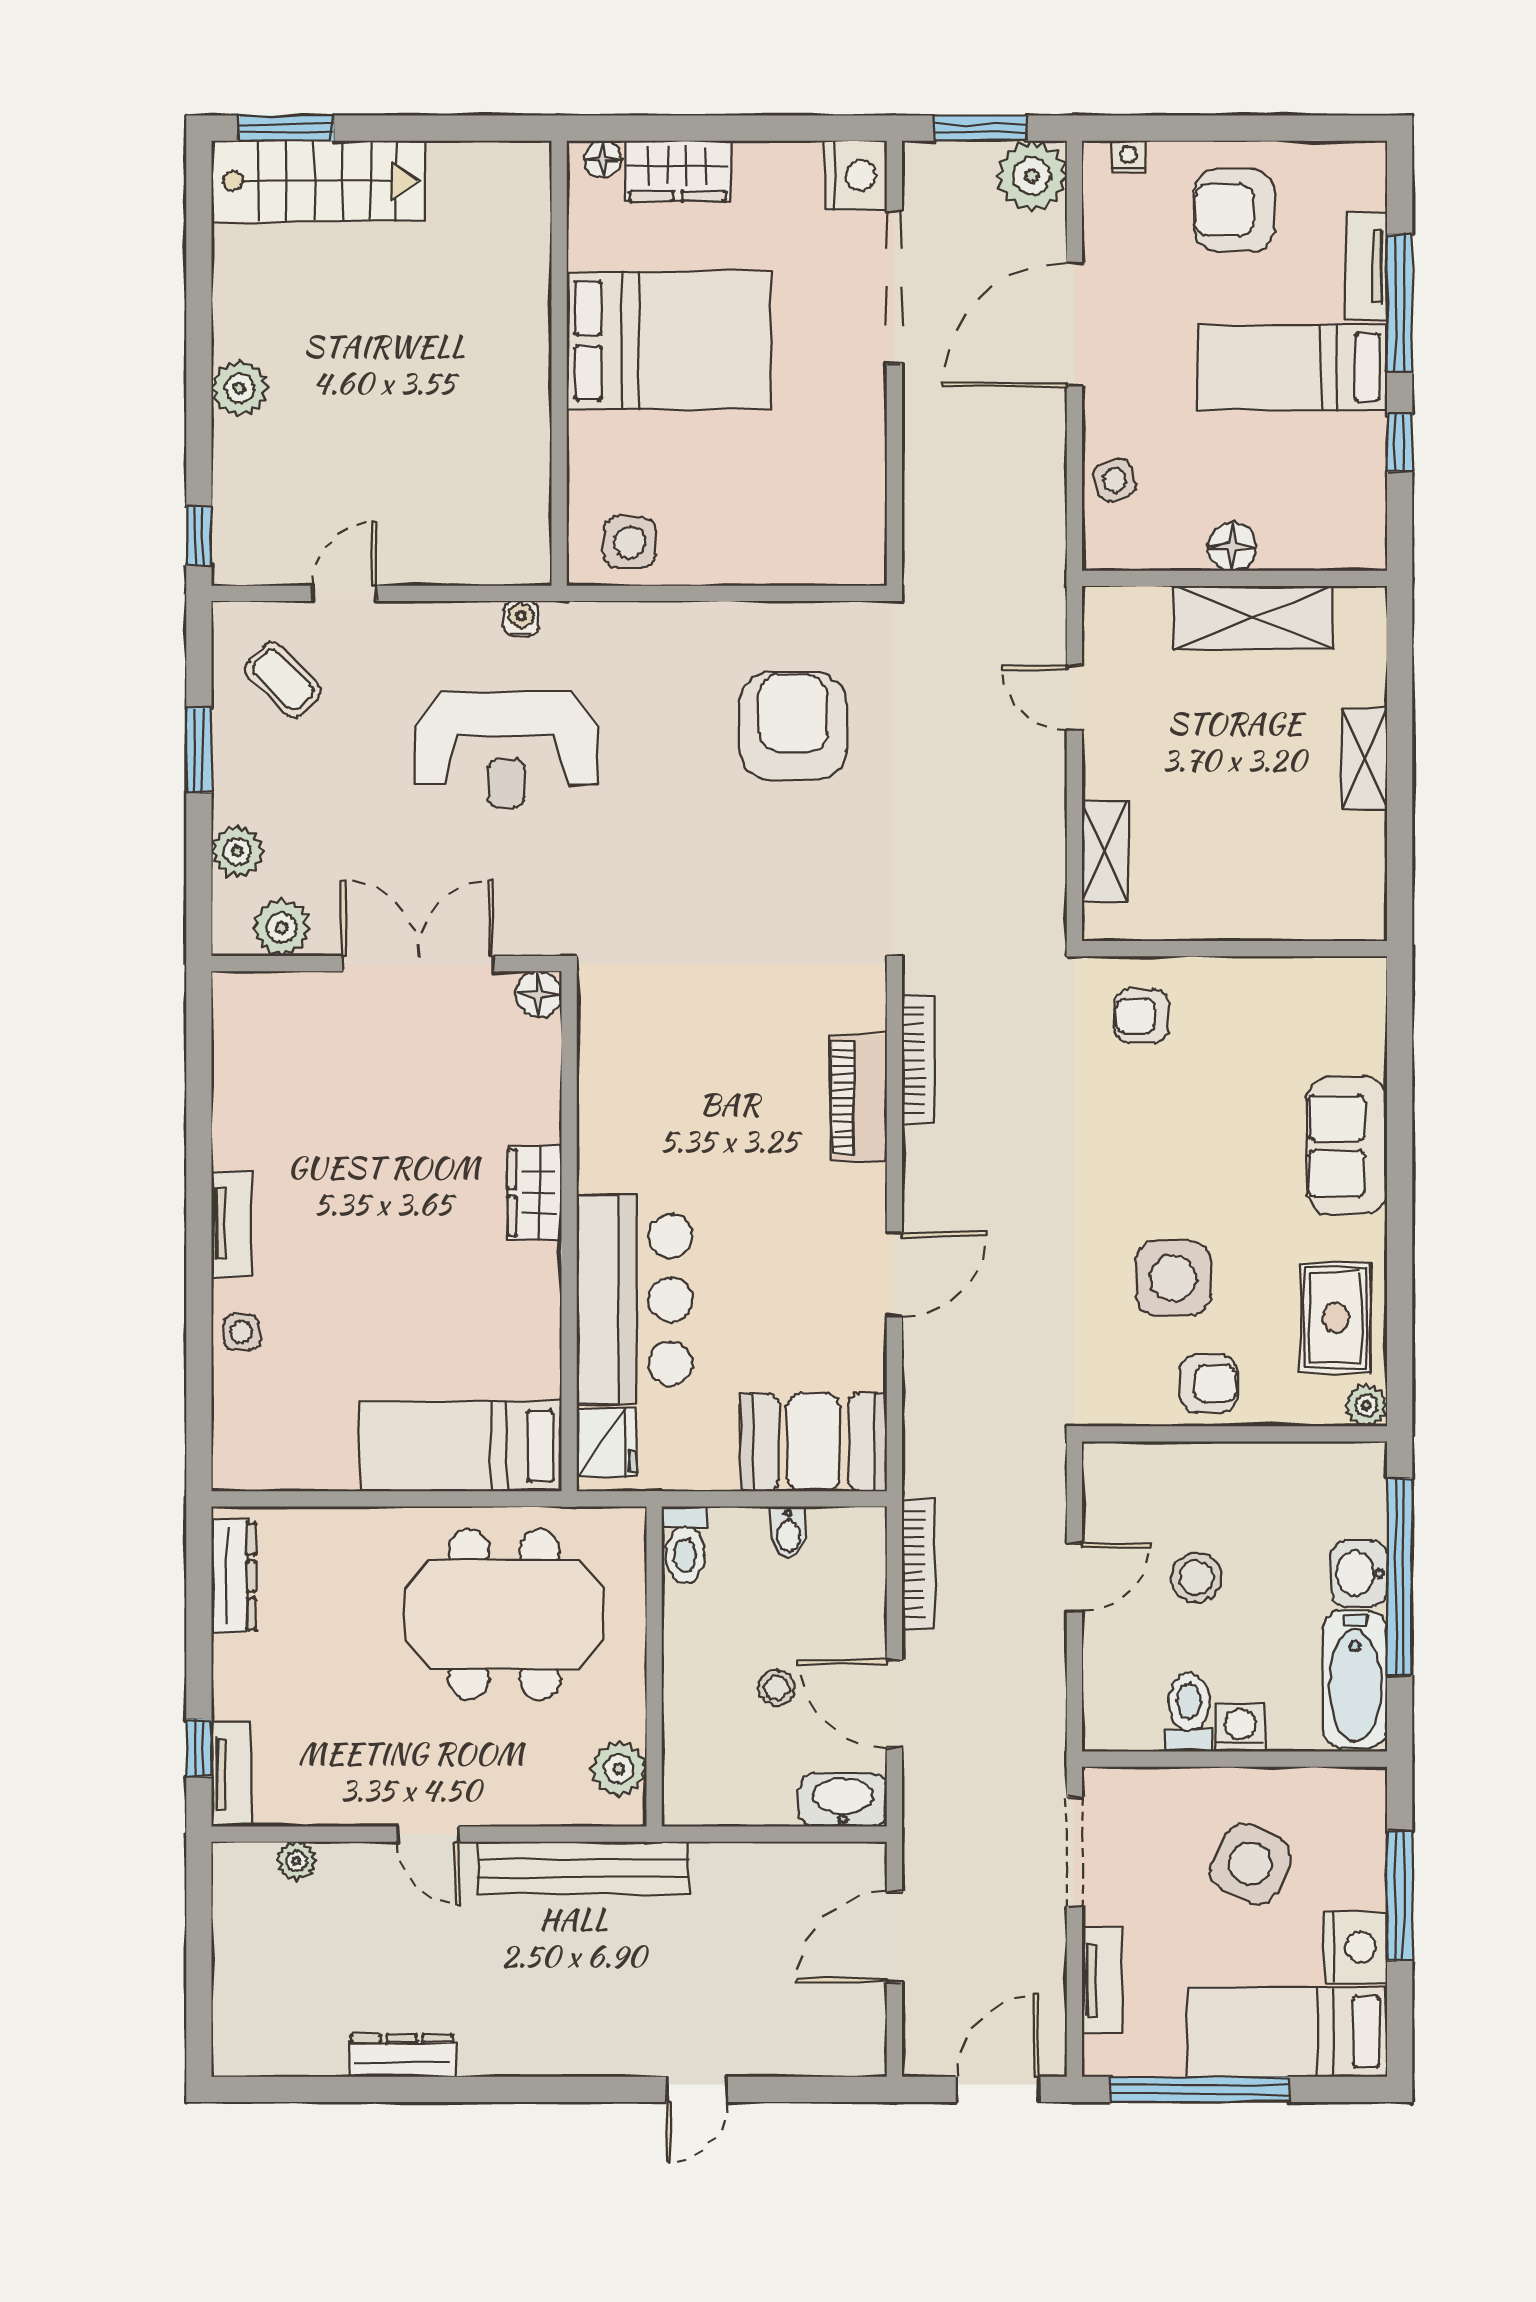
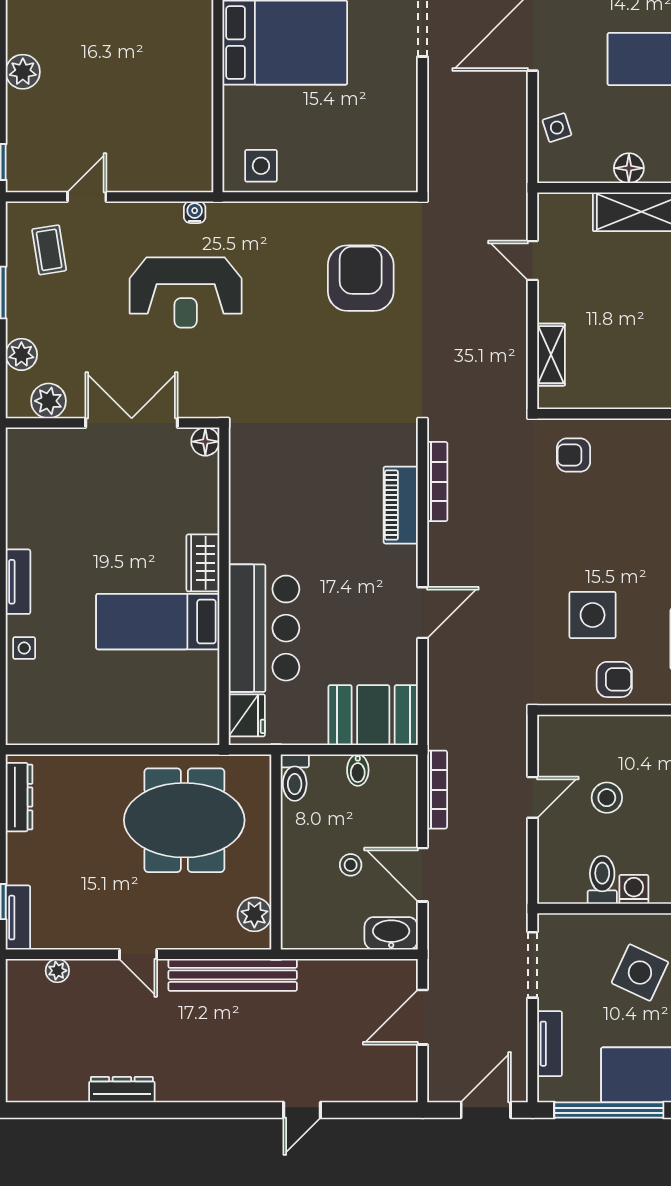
coffee table: (283, 680) -> (49, 250), turned 36
bed: (461, 1446) -> (158, 622), moved

